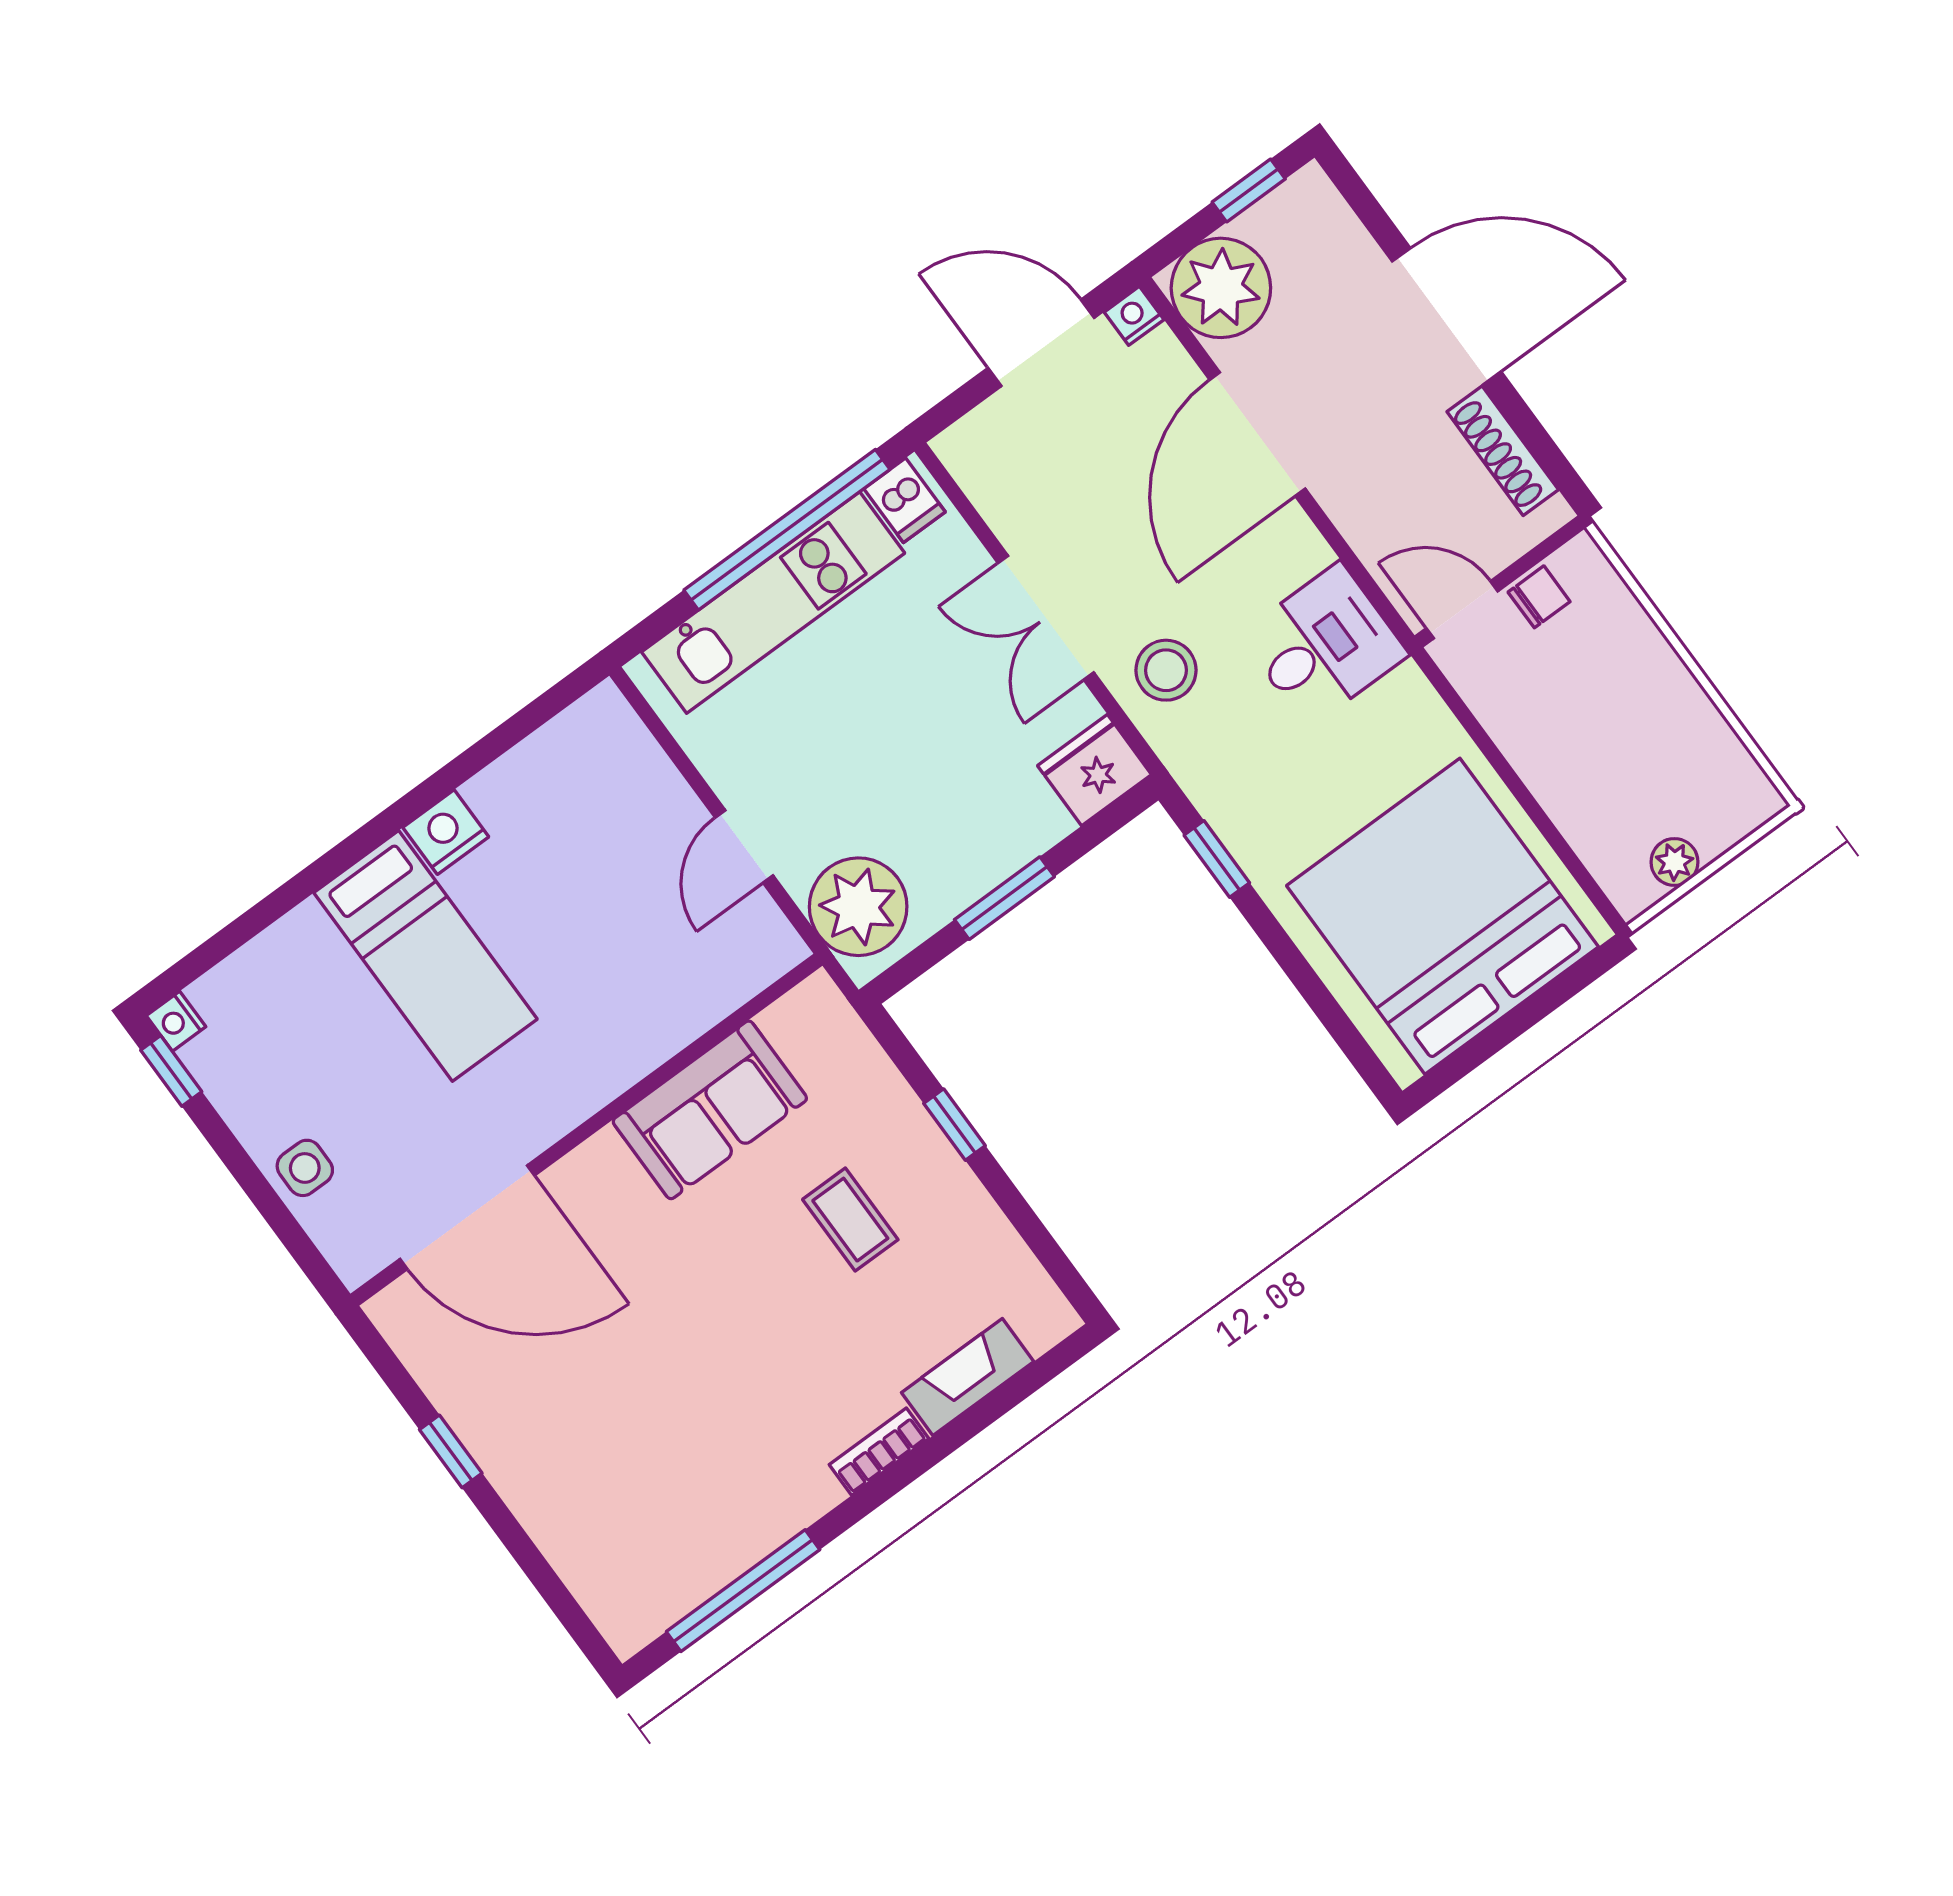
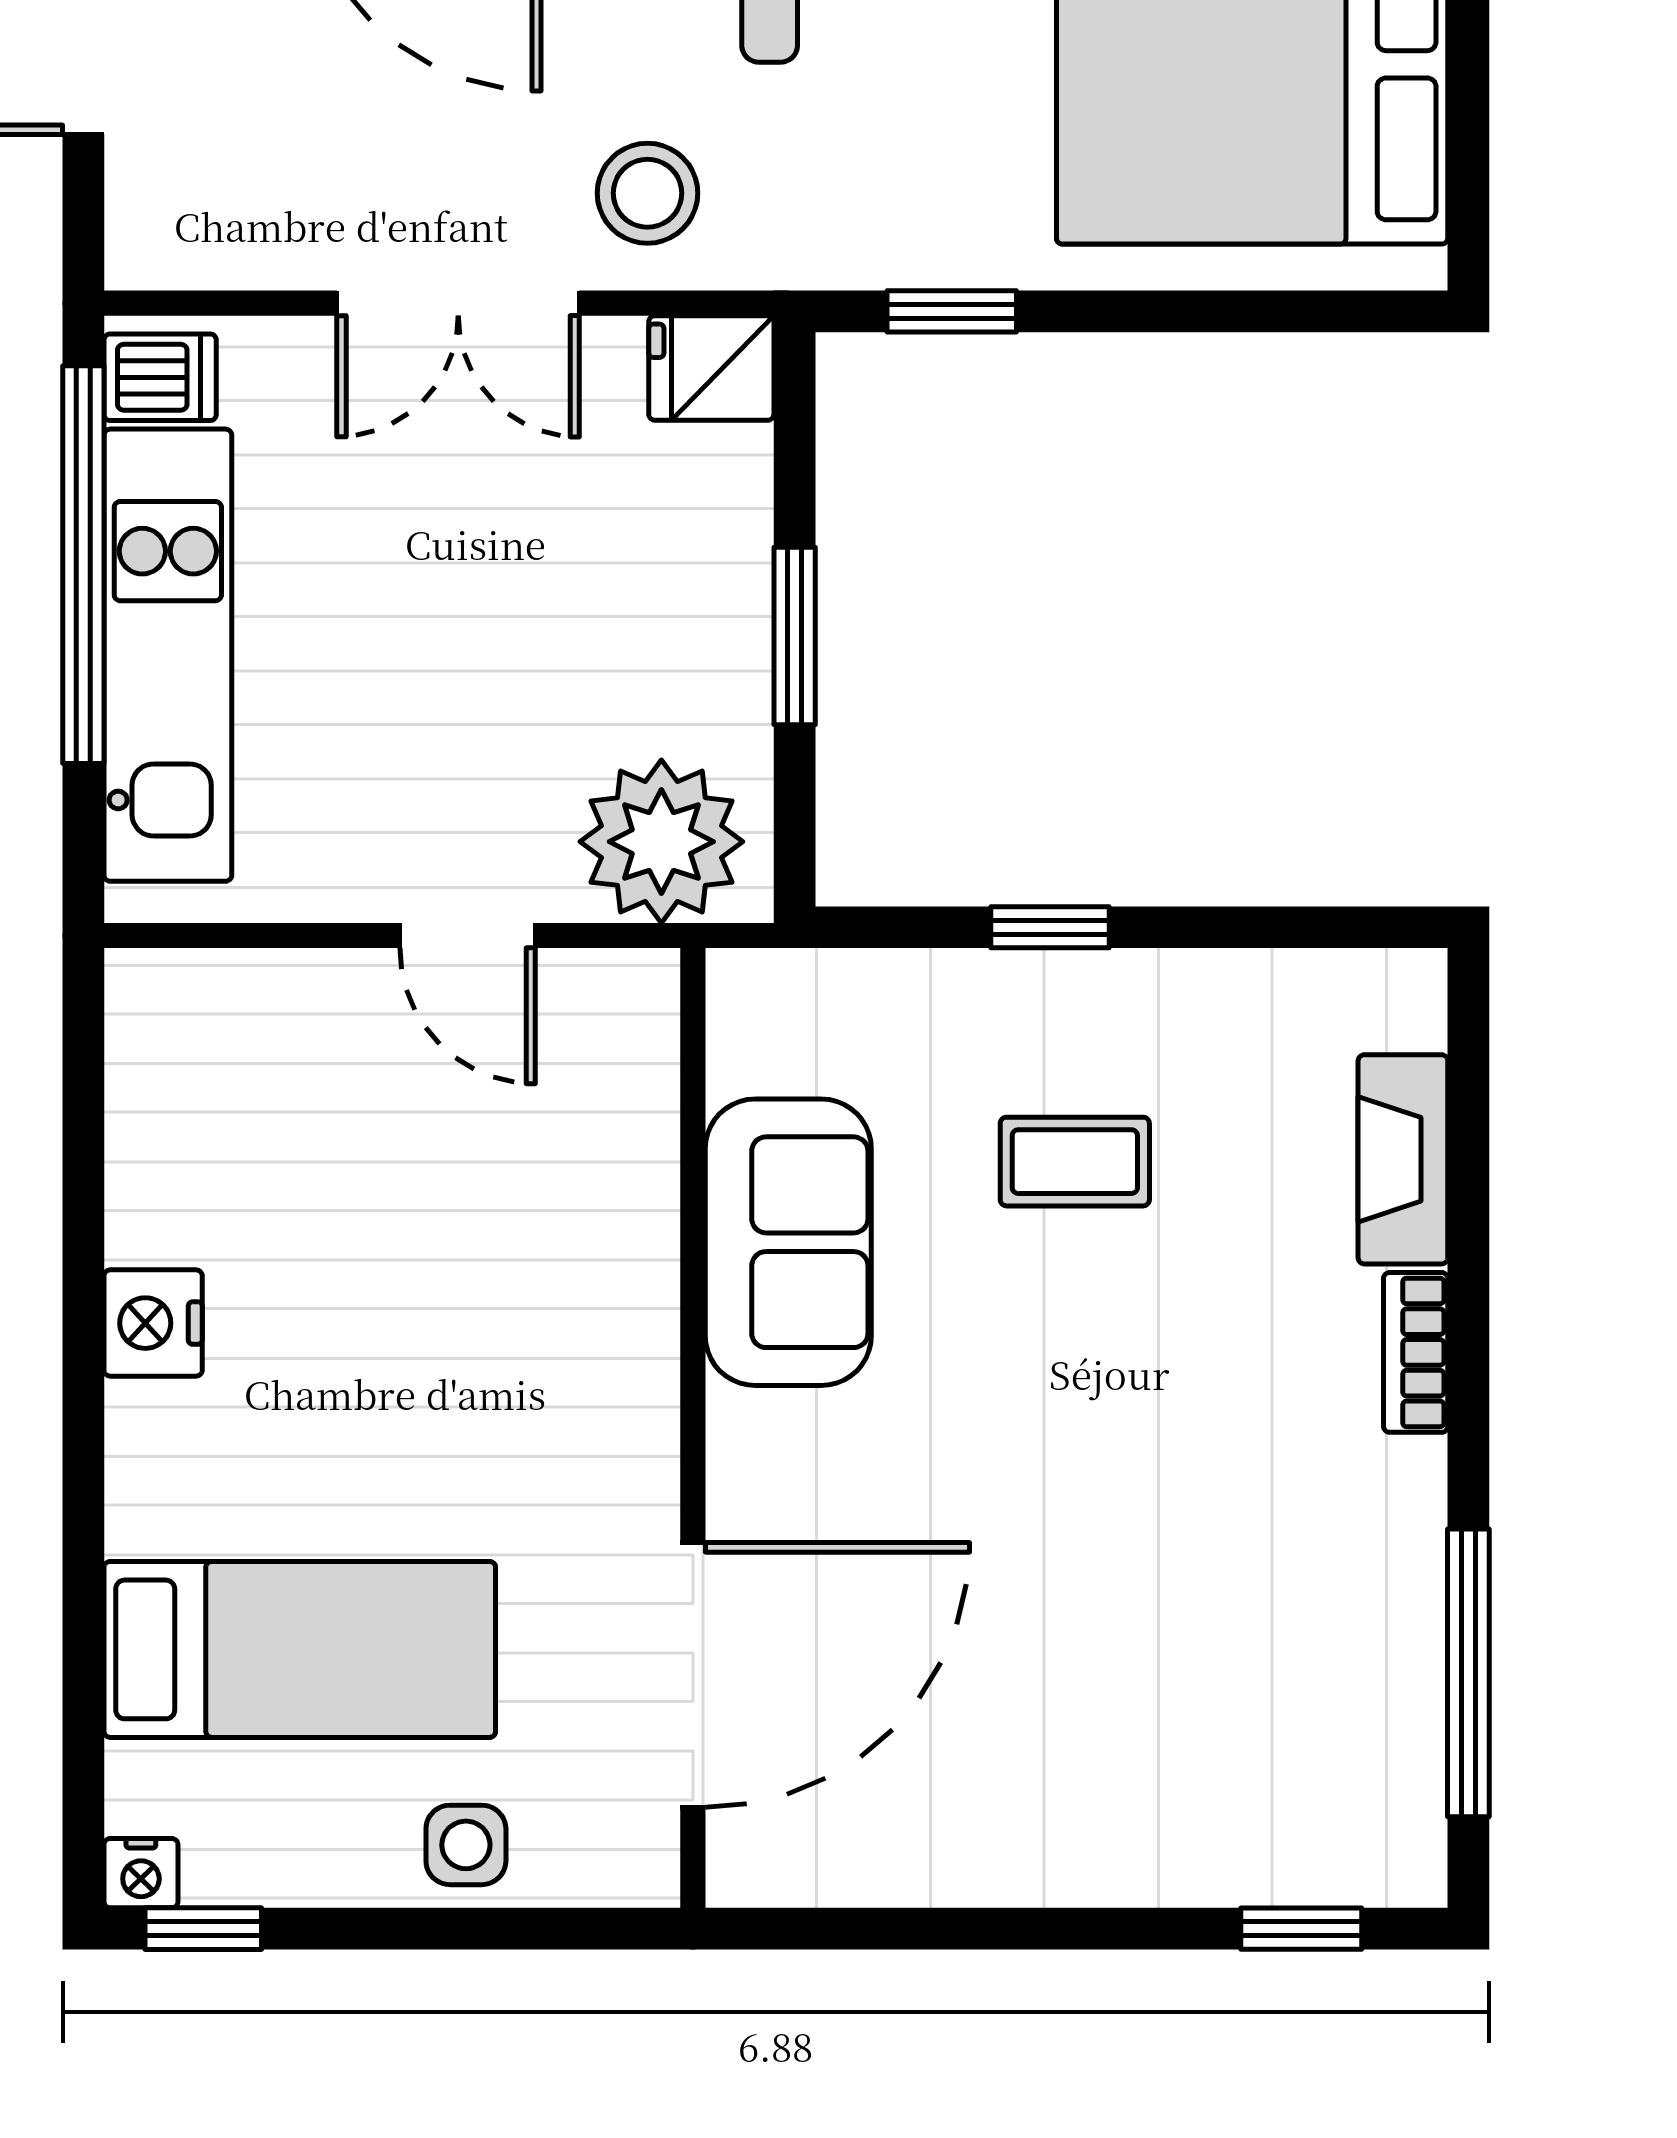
fridge: (1095, 770) -> (711, 368), width x0.72
bed: (426, 956) -> (300, 1649), moved
window: (451, 1451) -> (1301, 1929), moved

